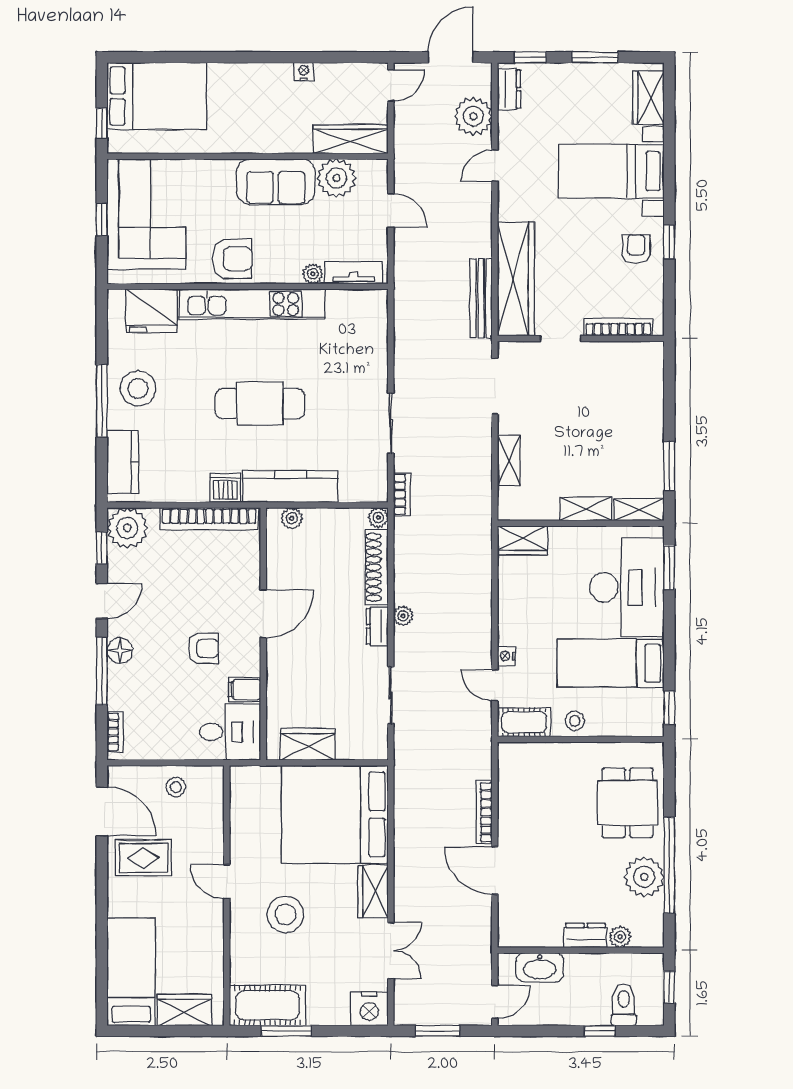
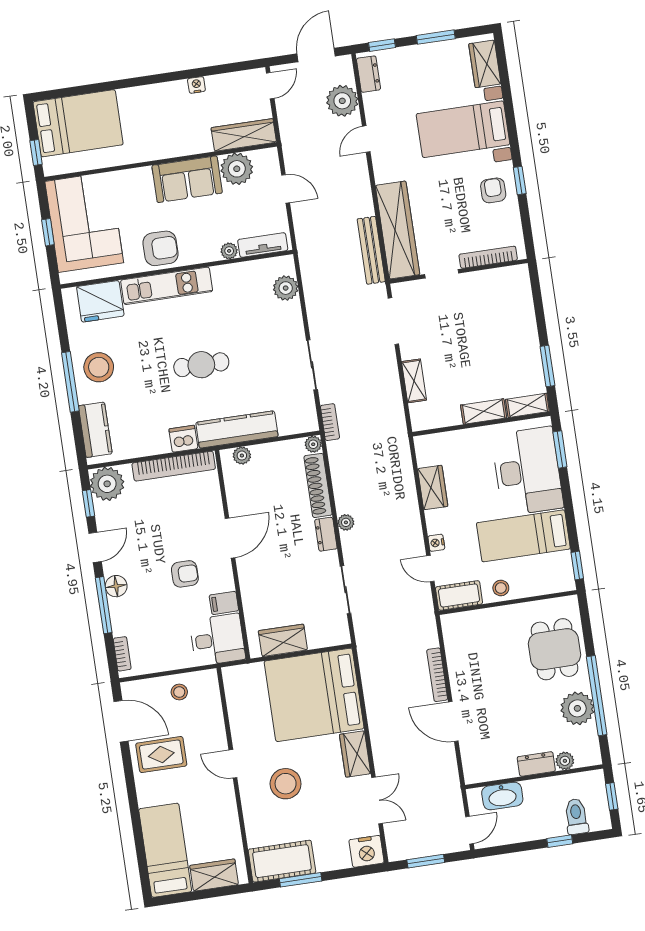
kitchen unit: (252, 304) -> (167, 286), width x0.73
plant: (373, 328) -> (286, 288), added
cafe table: (260, 404) -> (201, 365), width x0.73, depth x0.74
wardrobe: (523, 540) -> (433, 488), moved, turned -90

